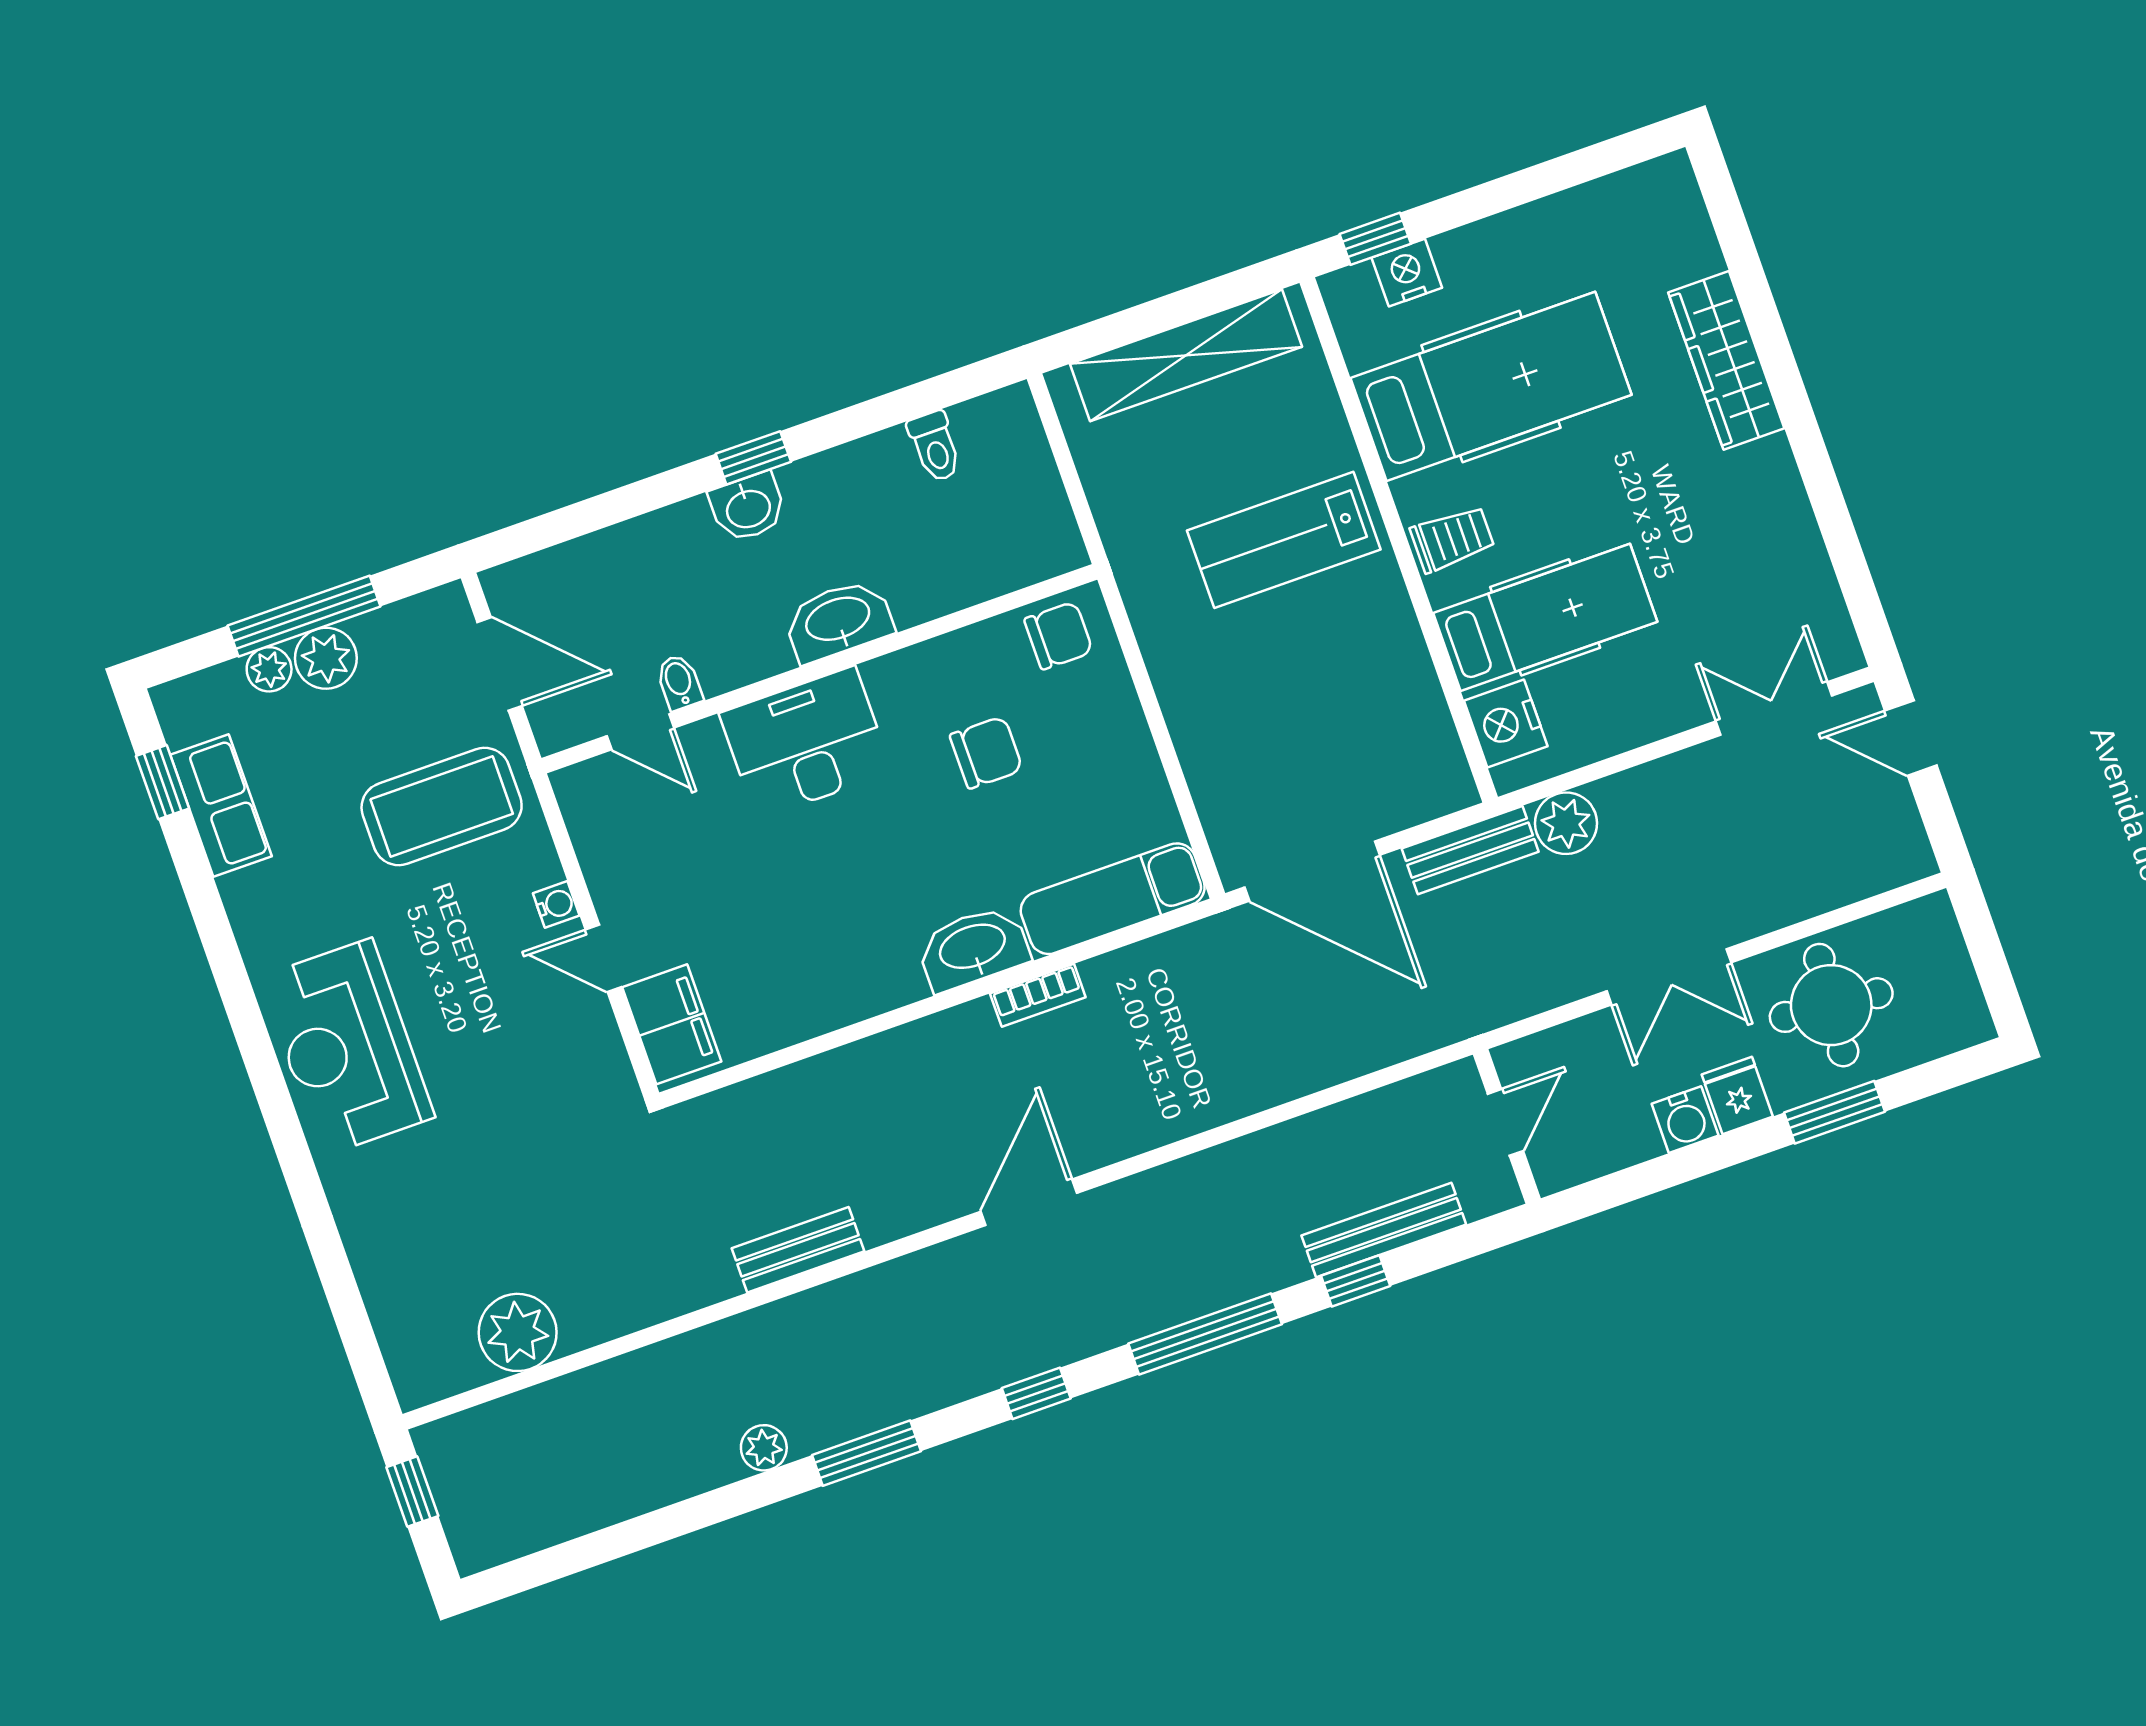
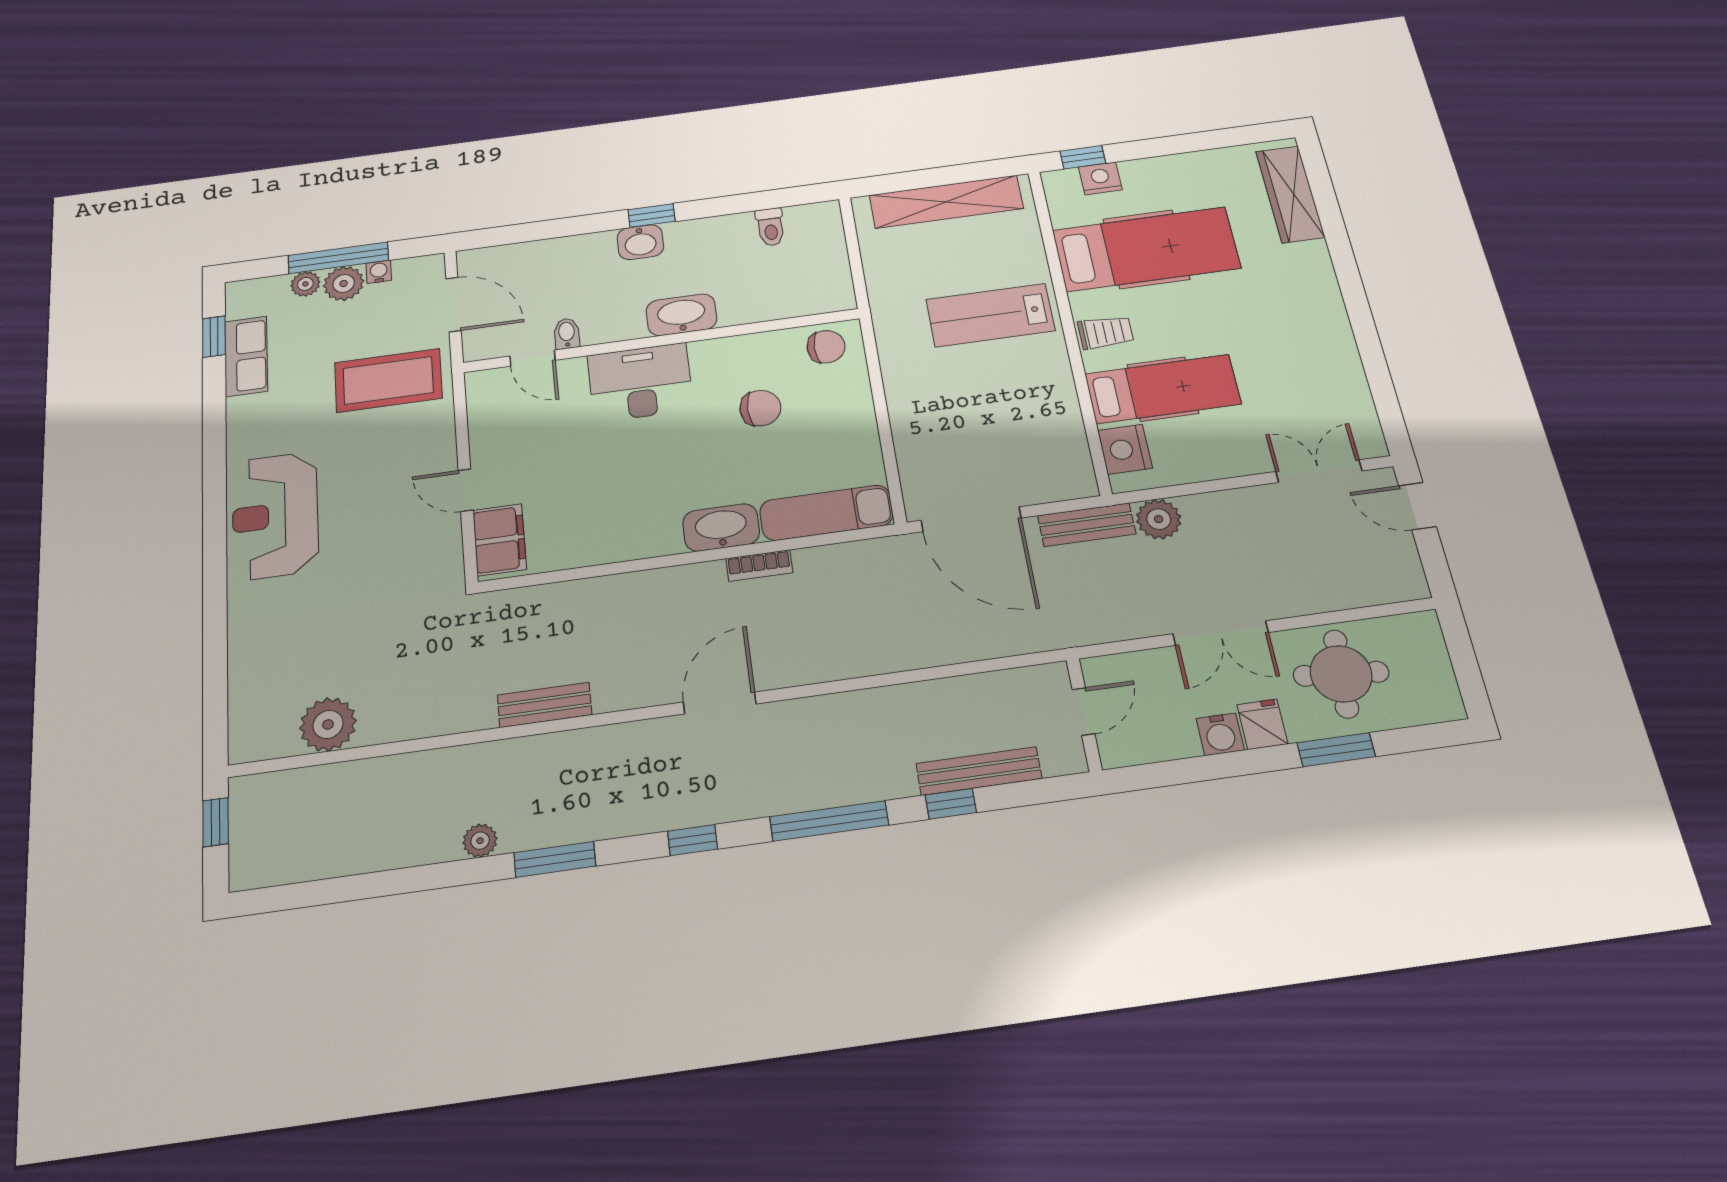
wardrobe: (1726, 360) -> (1290, 194), moved
water cooler: (556, 904) -> (379, 272), moved, turned -90

